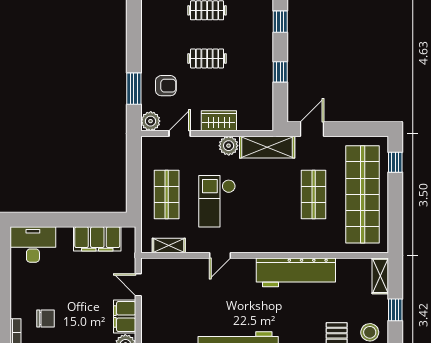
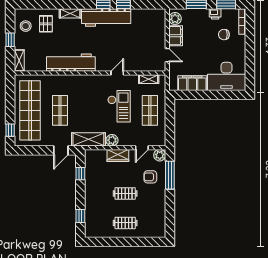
window: (280, 72) -> (80, 174), moved
window: (134, 89) -> (170, 175), width x1.44
desk: (33, 245) -> (227, 76), width x1.36, depth x1.30

